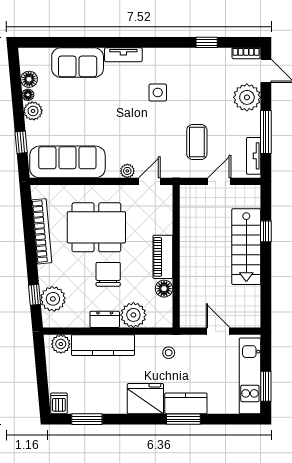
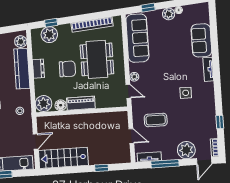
floor lamp: (29, 79) -> (189, 10), removed
stairs: (246, 247) -> (63, 158), moved
plant: (133, 315) -> (44, 104), moved

